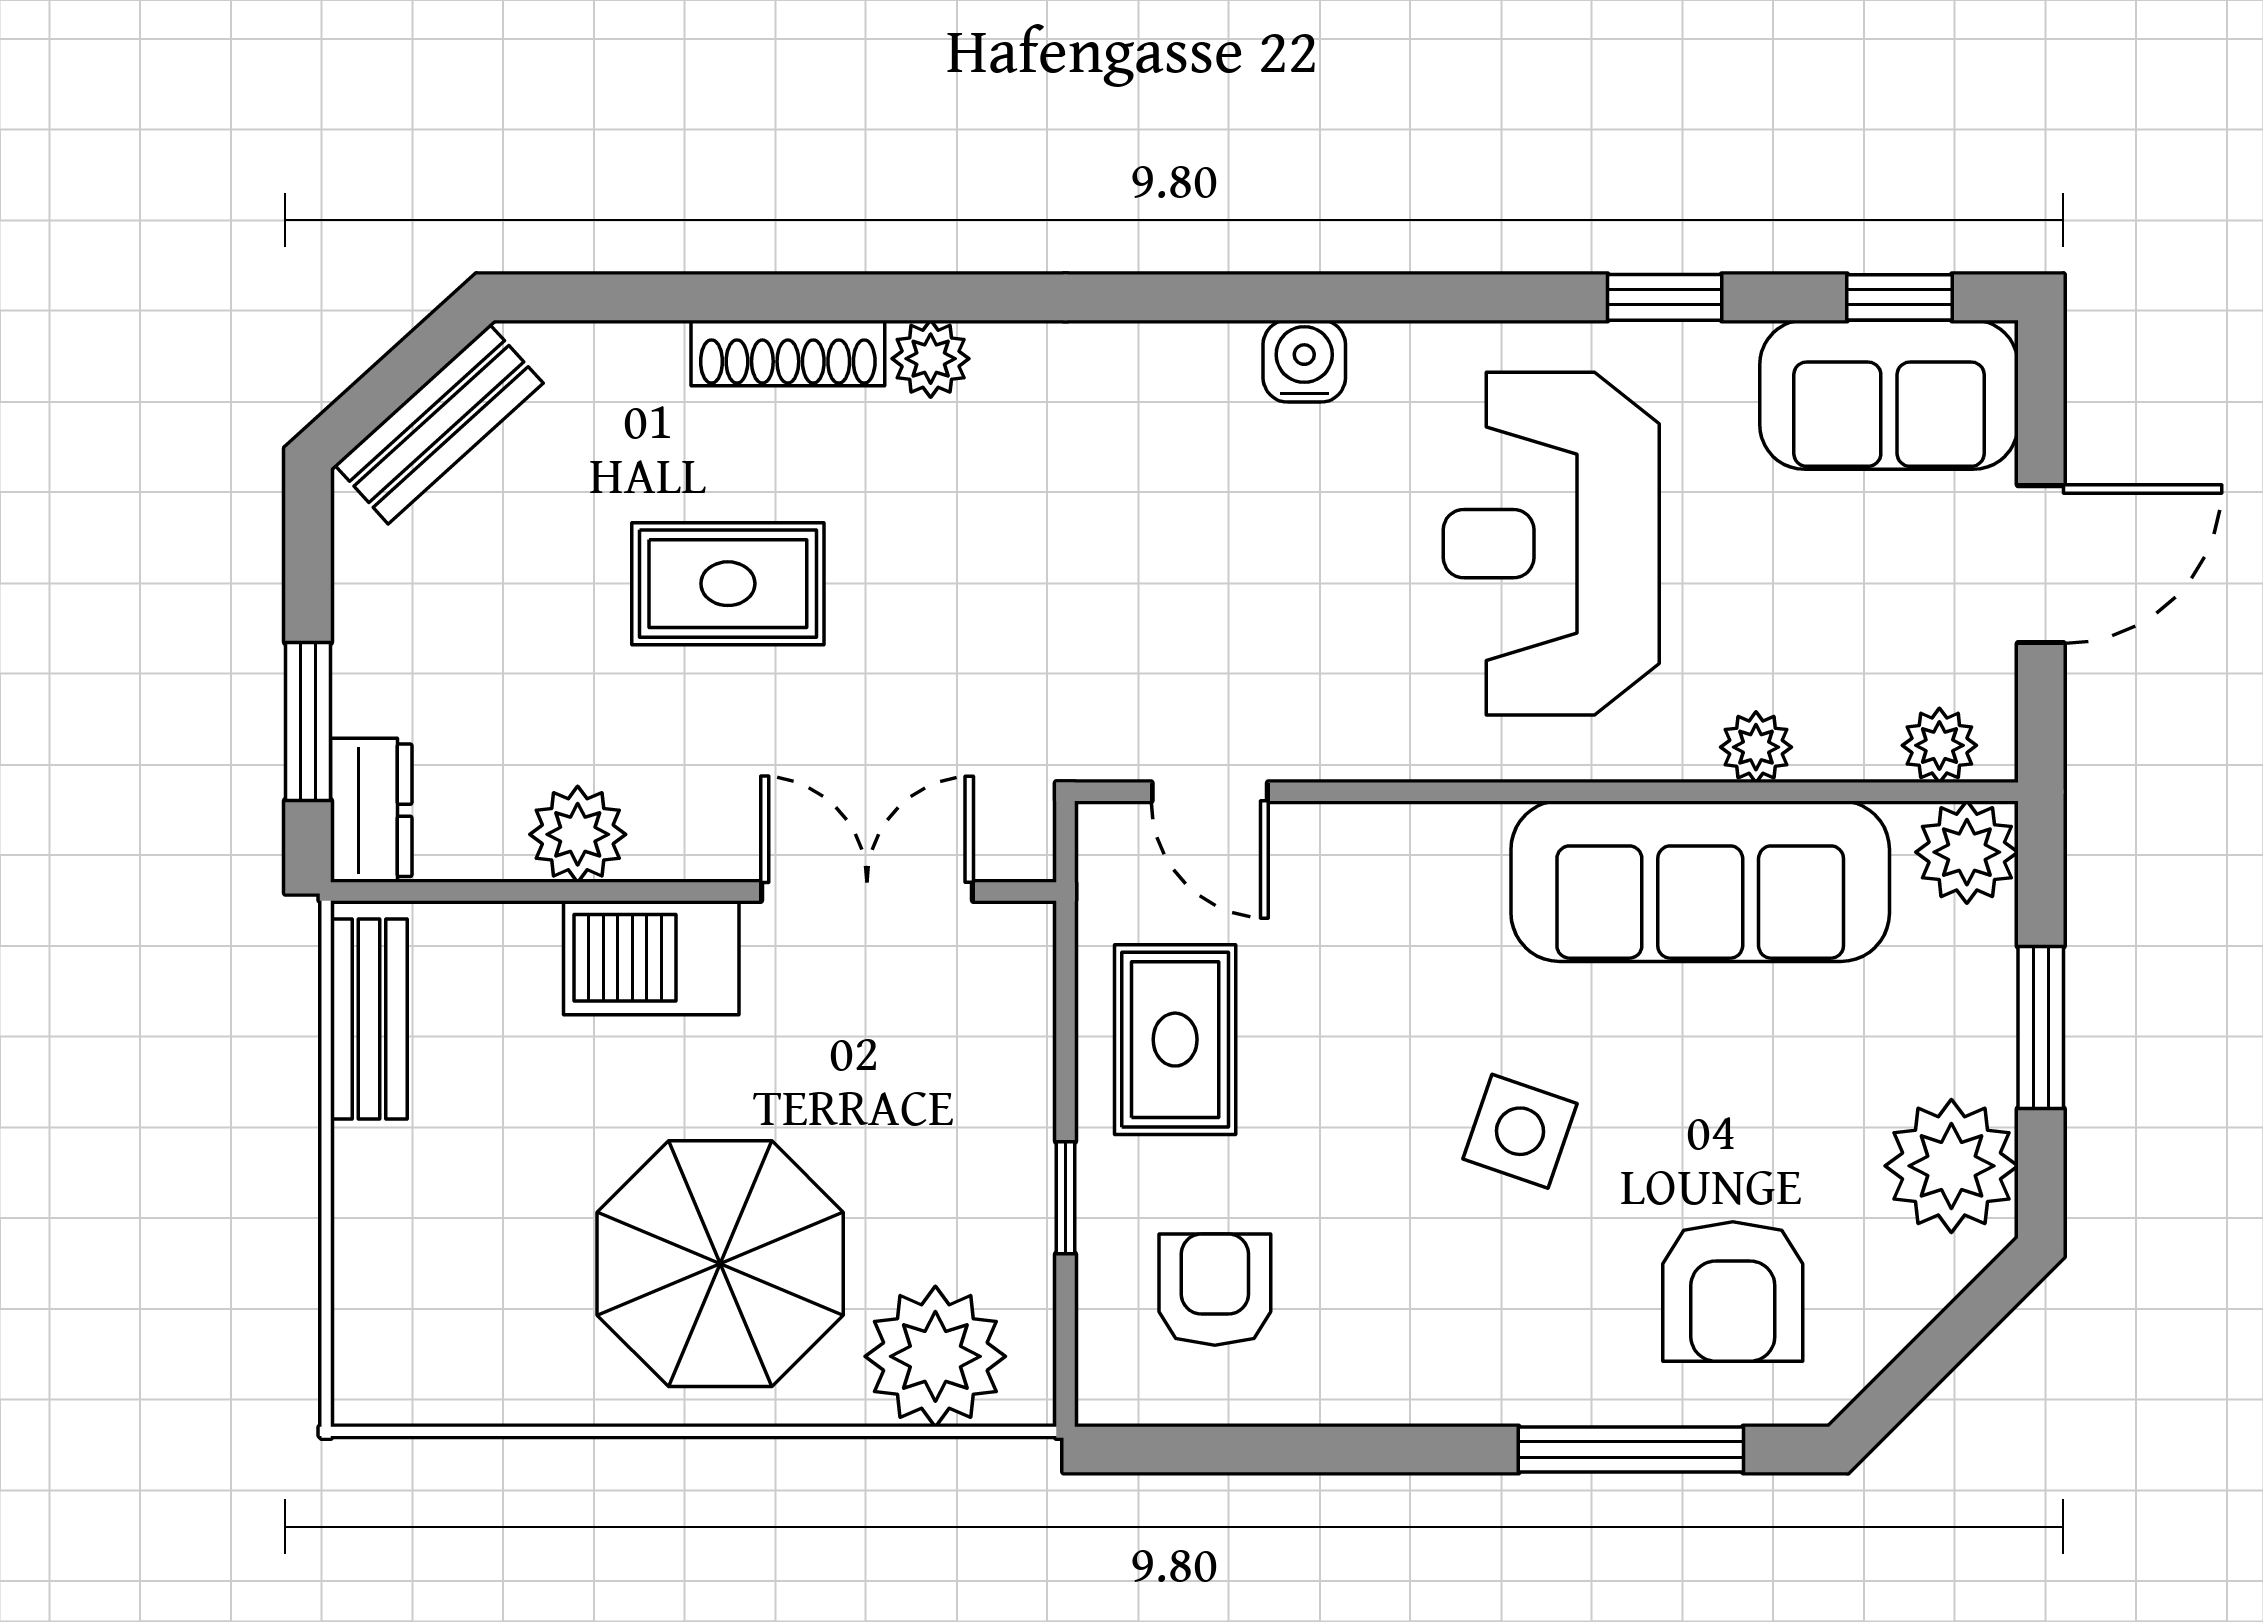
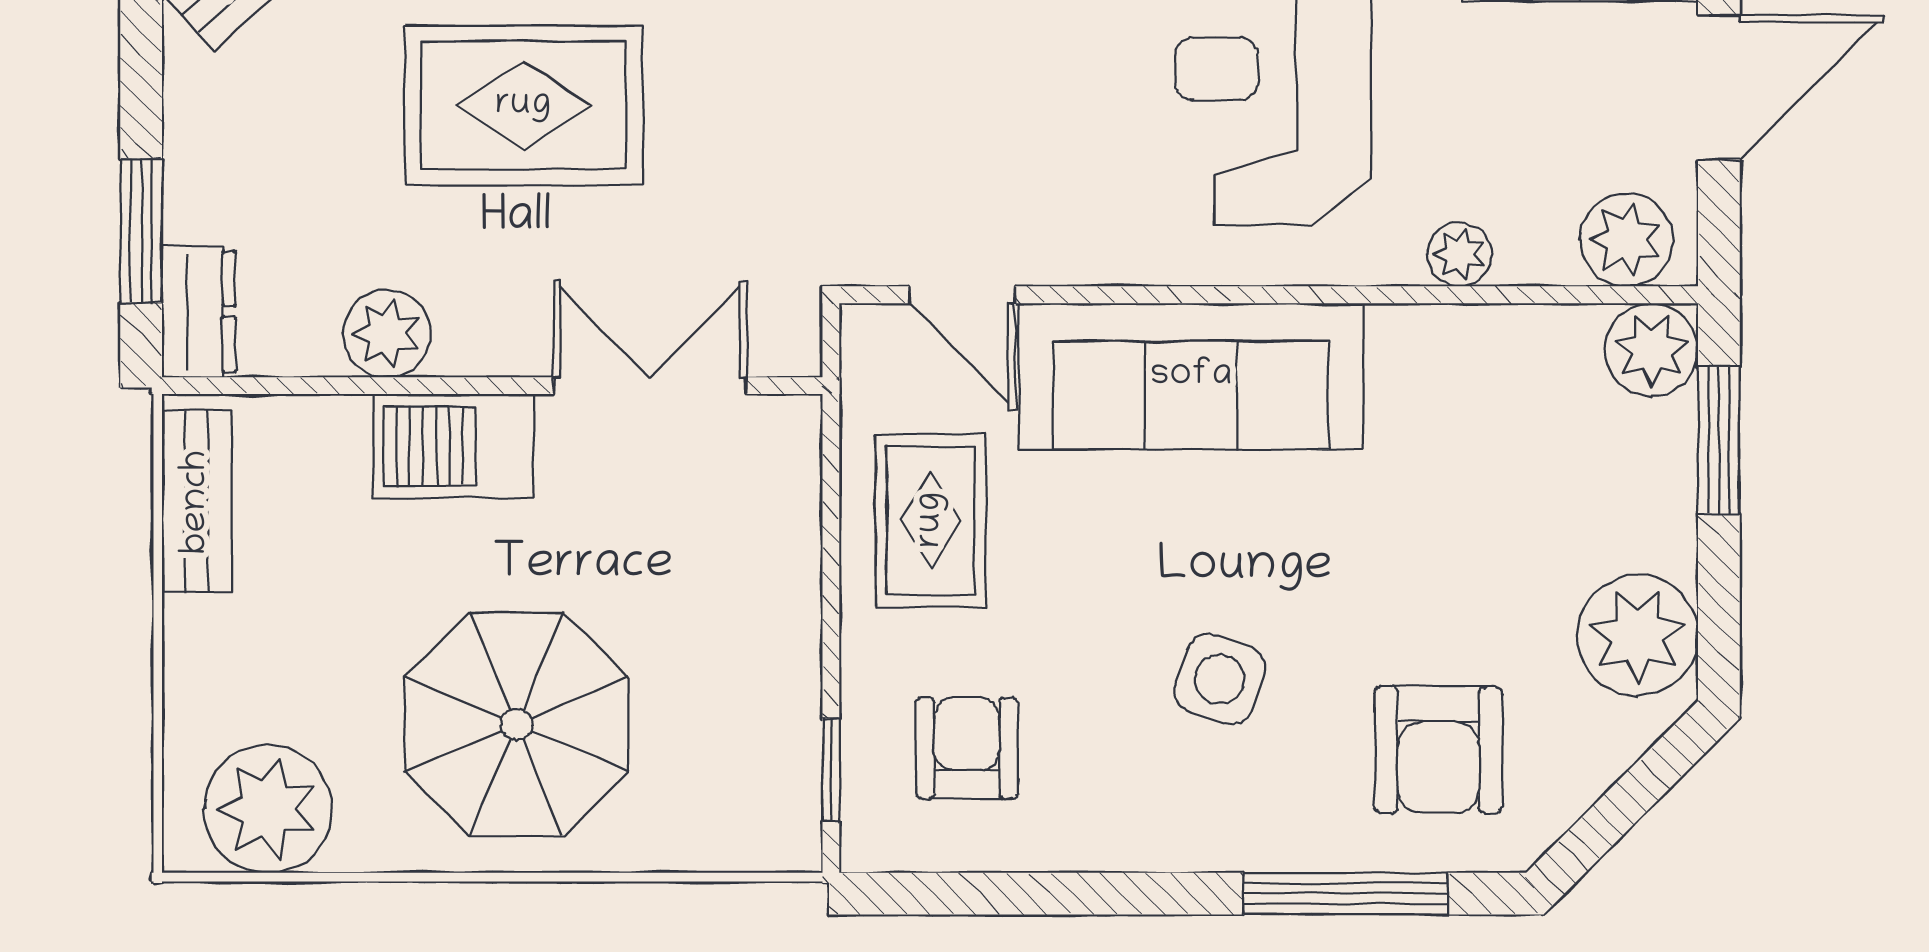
rug: (728, 584) -> (523, 105), width x1.36, depth x1.43
plant: (1939, 745) -> (1627, 240), width x1.38, depth x1.38
sofa: (1700, 881) -> (1191, 376), moved
window: (2041, 1027) -> (1719, 441), moved
side table: (1520, 1131) -> (1220, 679), moved
window: (1066, 1198) -> (831, 770), moved
plant: (935, 1356) -> (268, 809), moved

